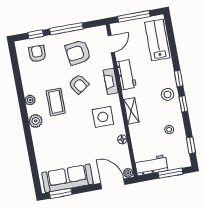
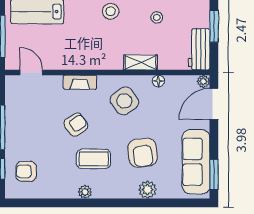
armchair: (78, 53) -> (143, 153), moved
workbench: (126, 75) -> (75, 60), removed
shelving: (131, 111) -> (141, 62), moved
side table: (103, 117) -> (124, 101), turned -36
plant: (36, 121) -> (148, 190), moved

